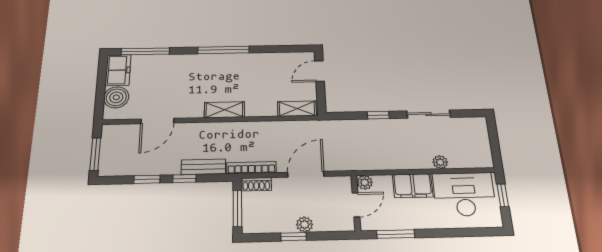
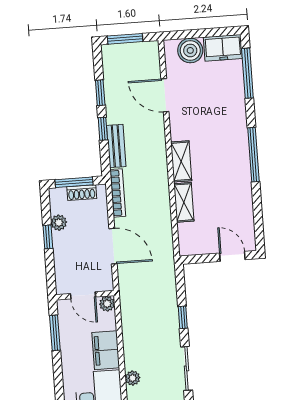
shelving: (297, 109) -> (184, 202), moved
shoe rack: (256, 184) -> (82, 193), moved, turned -90
plant: (305, 224) -> (59, 223), moved

